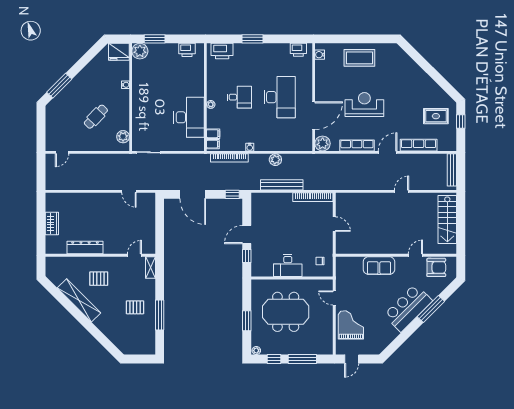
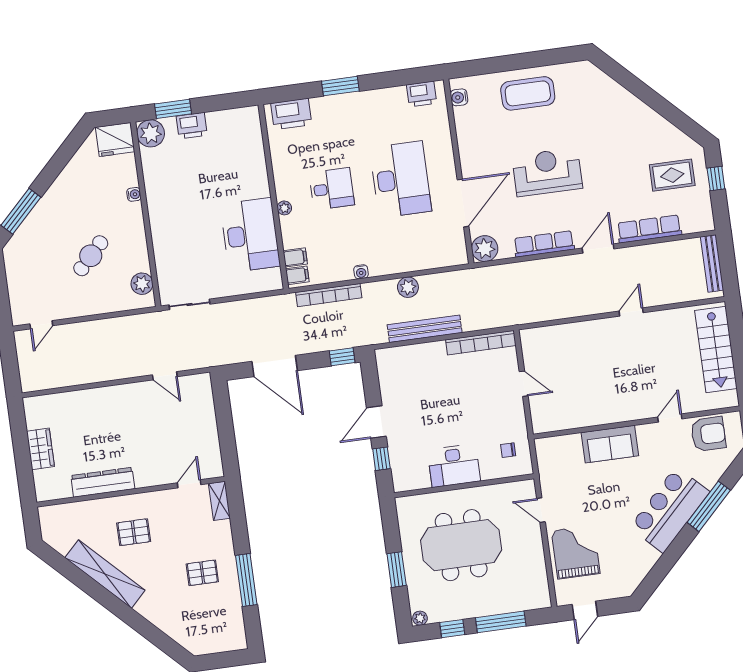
printer: (187, 50) -> (192, 126), moved

